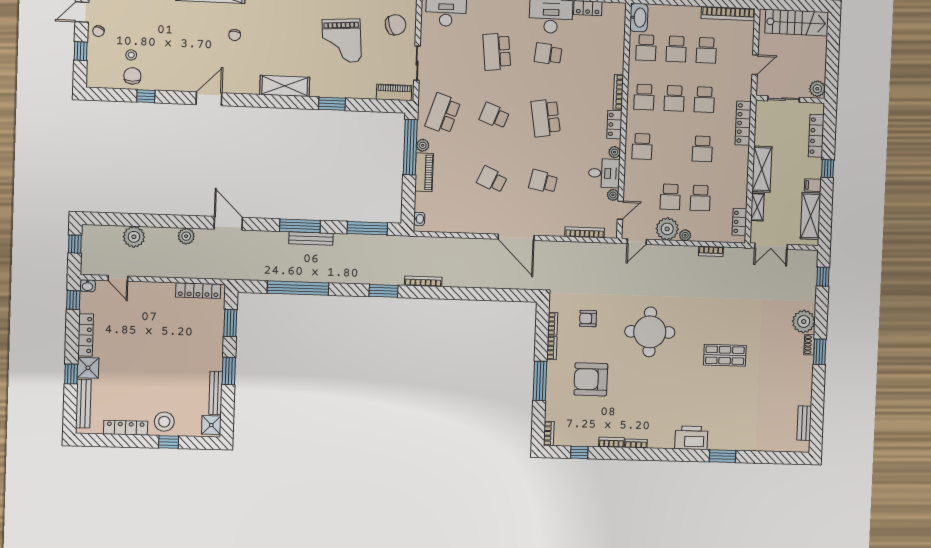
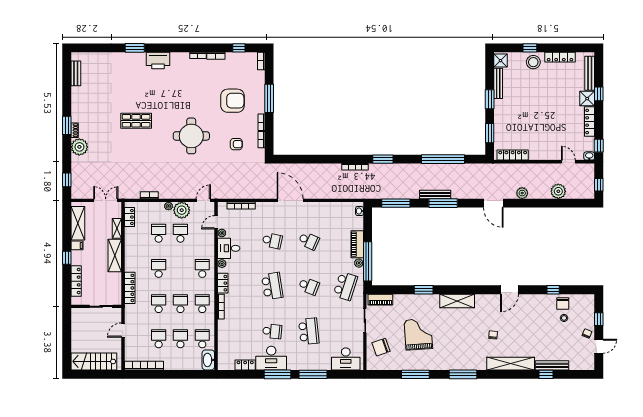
plant: (817, 89) -> (77, 315), removed

